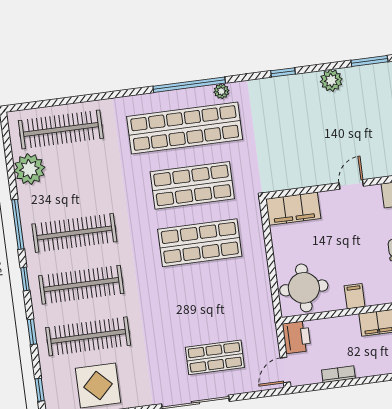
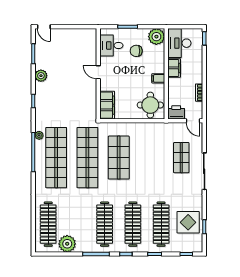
shop shelf: (192, 185) -> (87, 158), width x1.40

